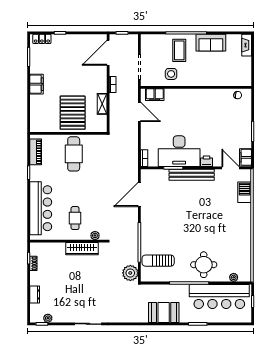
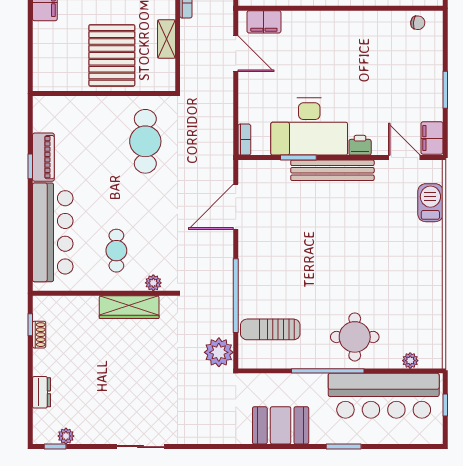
piano: (36, 152) -> (43, 157), moved
cafe table: (74, 154) -> (145, 141), moved

